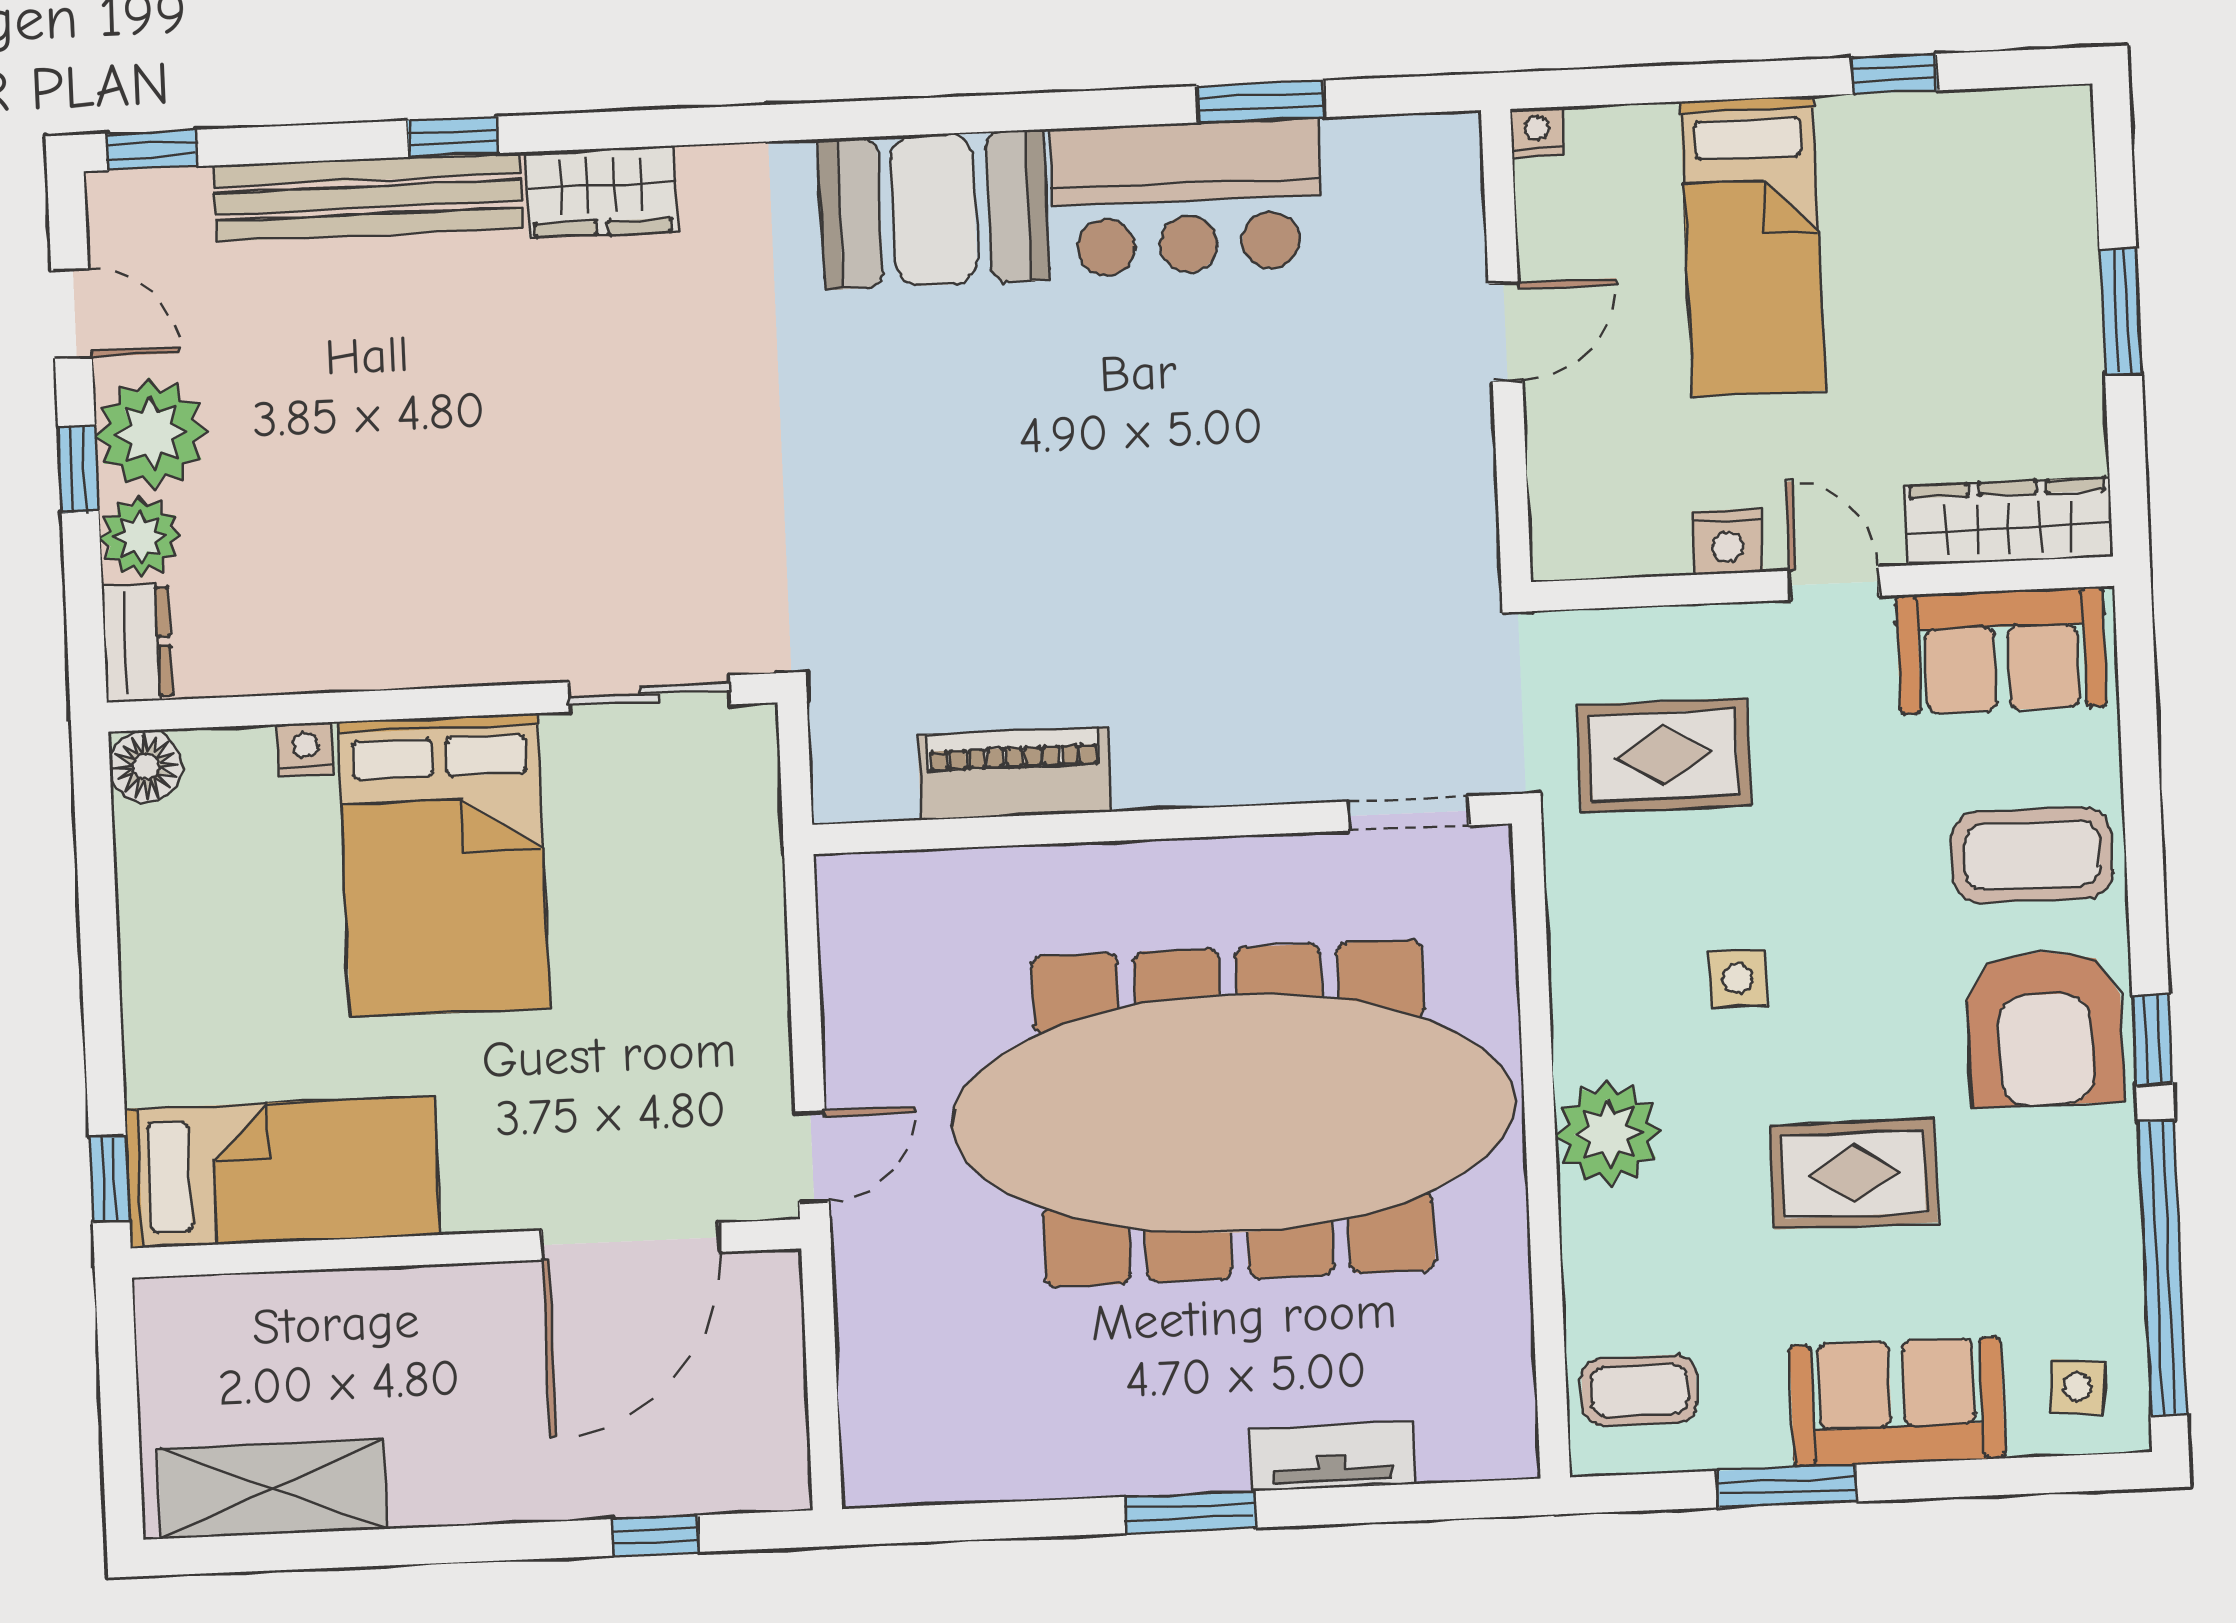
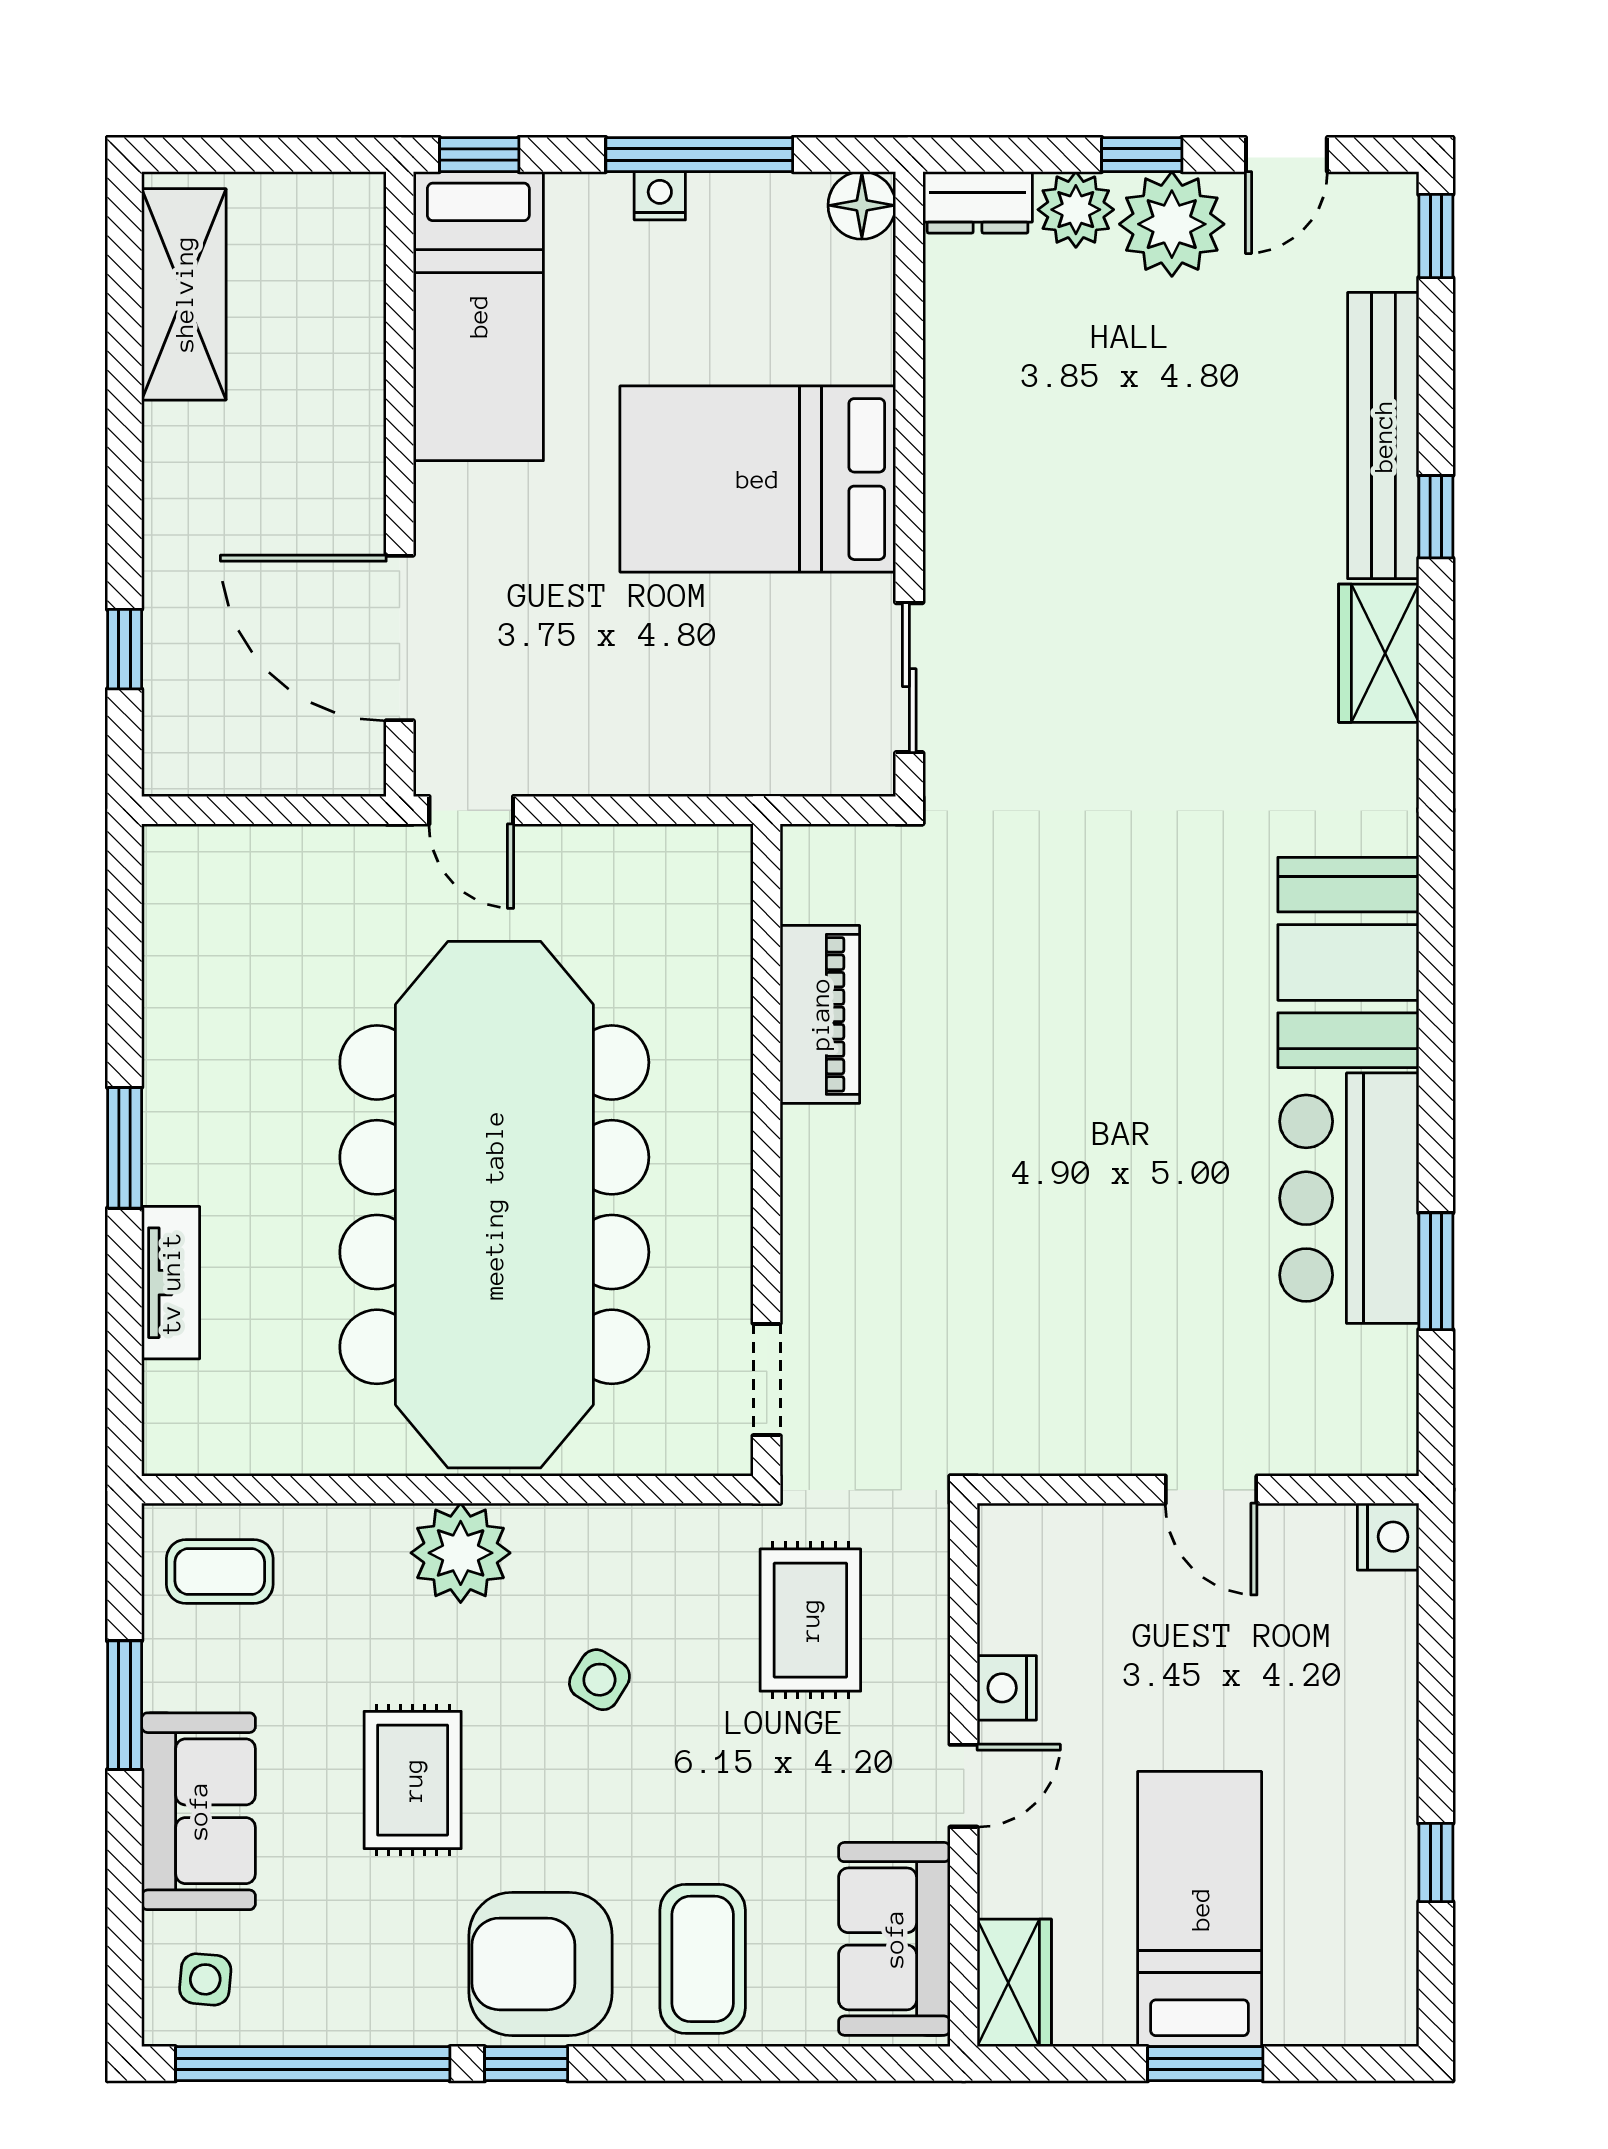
nightstand: (1537, 132) -> (1388, 1537), width x1.39, depth x1.35
bed: (1753, 246) -> (1200, 1909), moved, turned 90
wardrobe: (2009, 521) -> (1014, 1983), width x0.67
nightstand: (306, 749) -> (660, 196), moved, turned -90
window: (99, 943) -> (699, 155), added
side table: (1738, 978) -> (599, 1680), turned 32
coffee table: (1639, 1390) -> (220, 1571), turned 90

